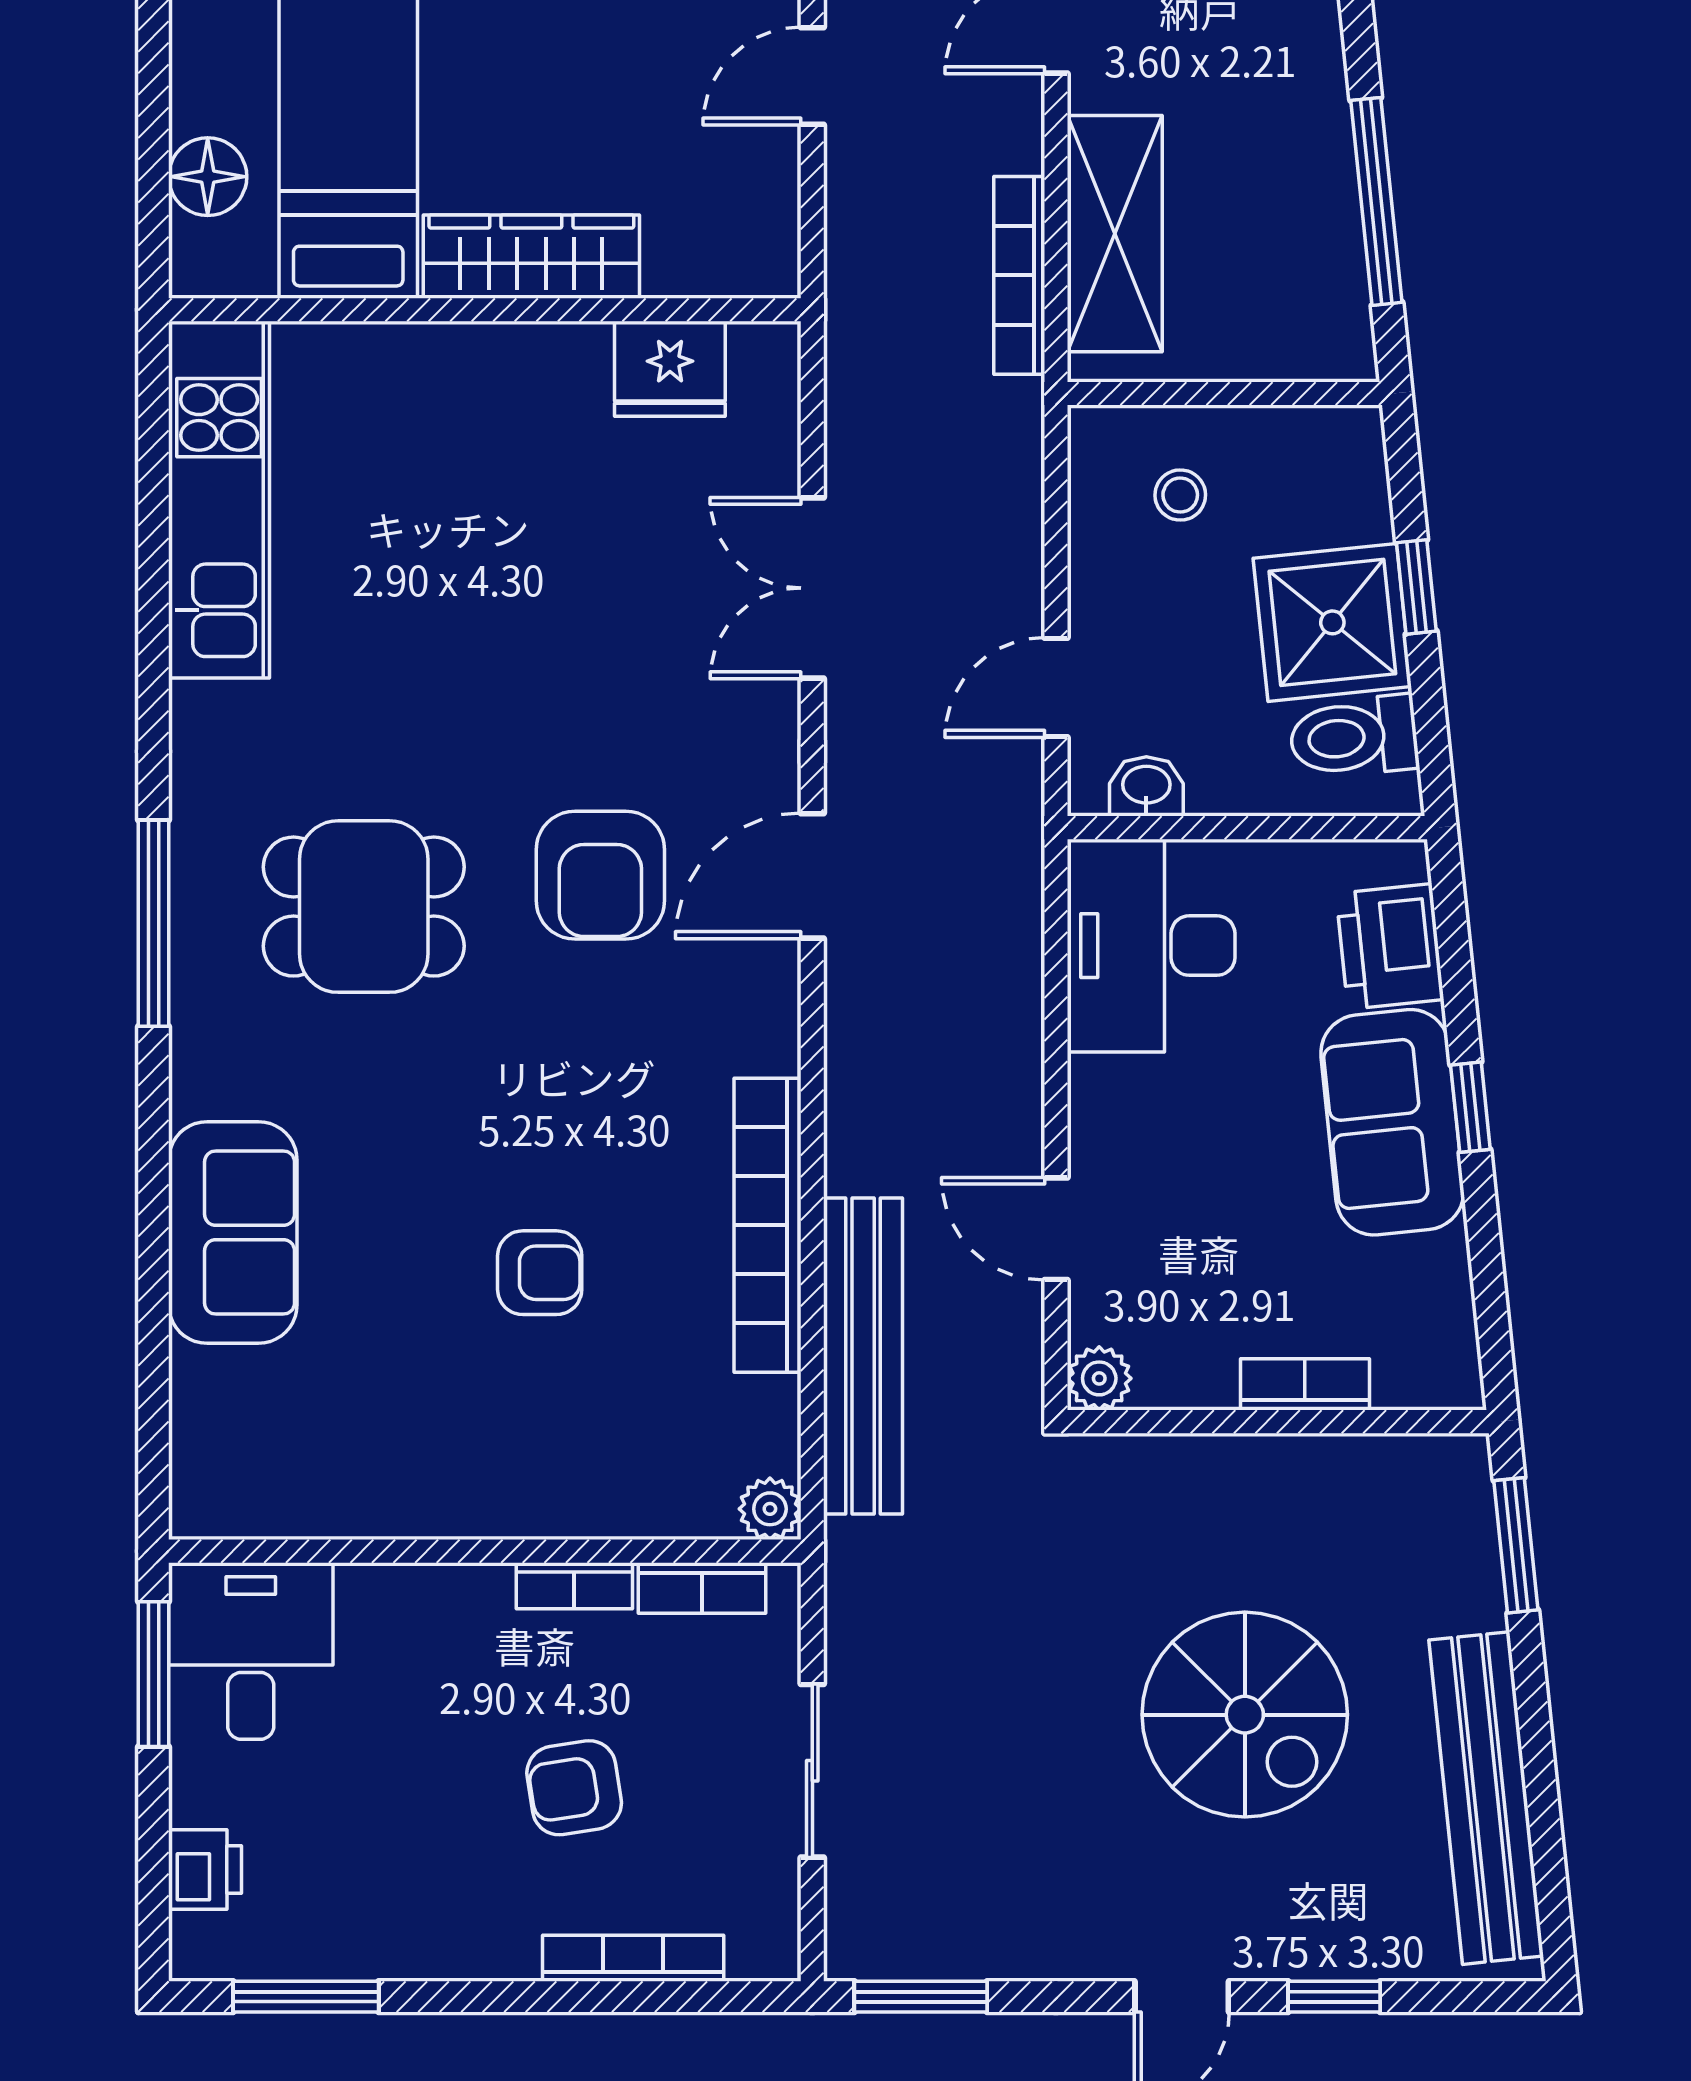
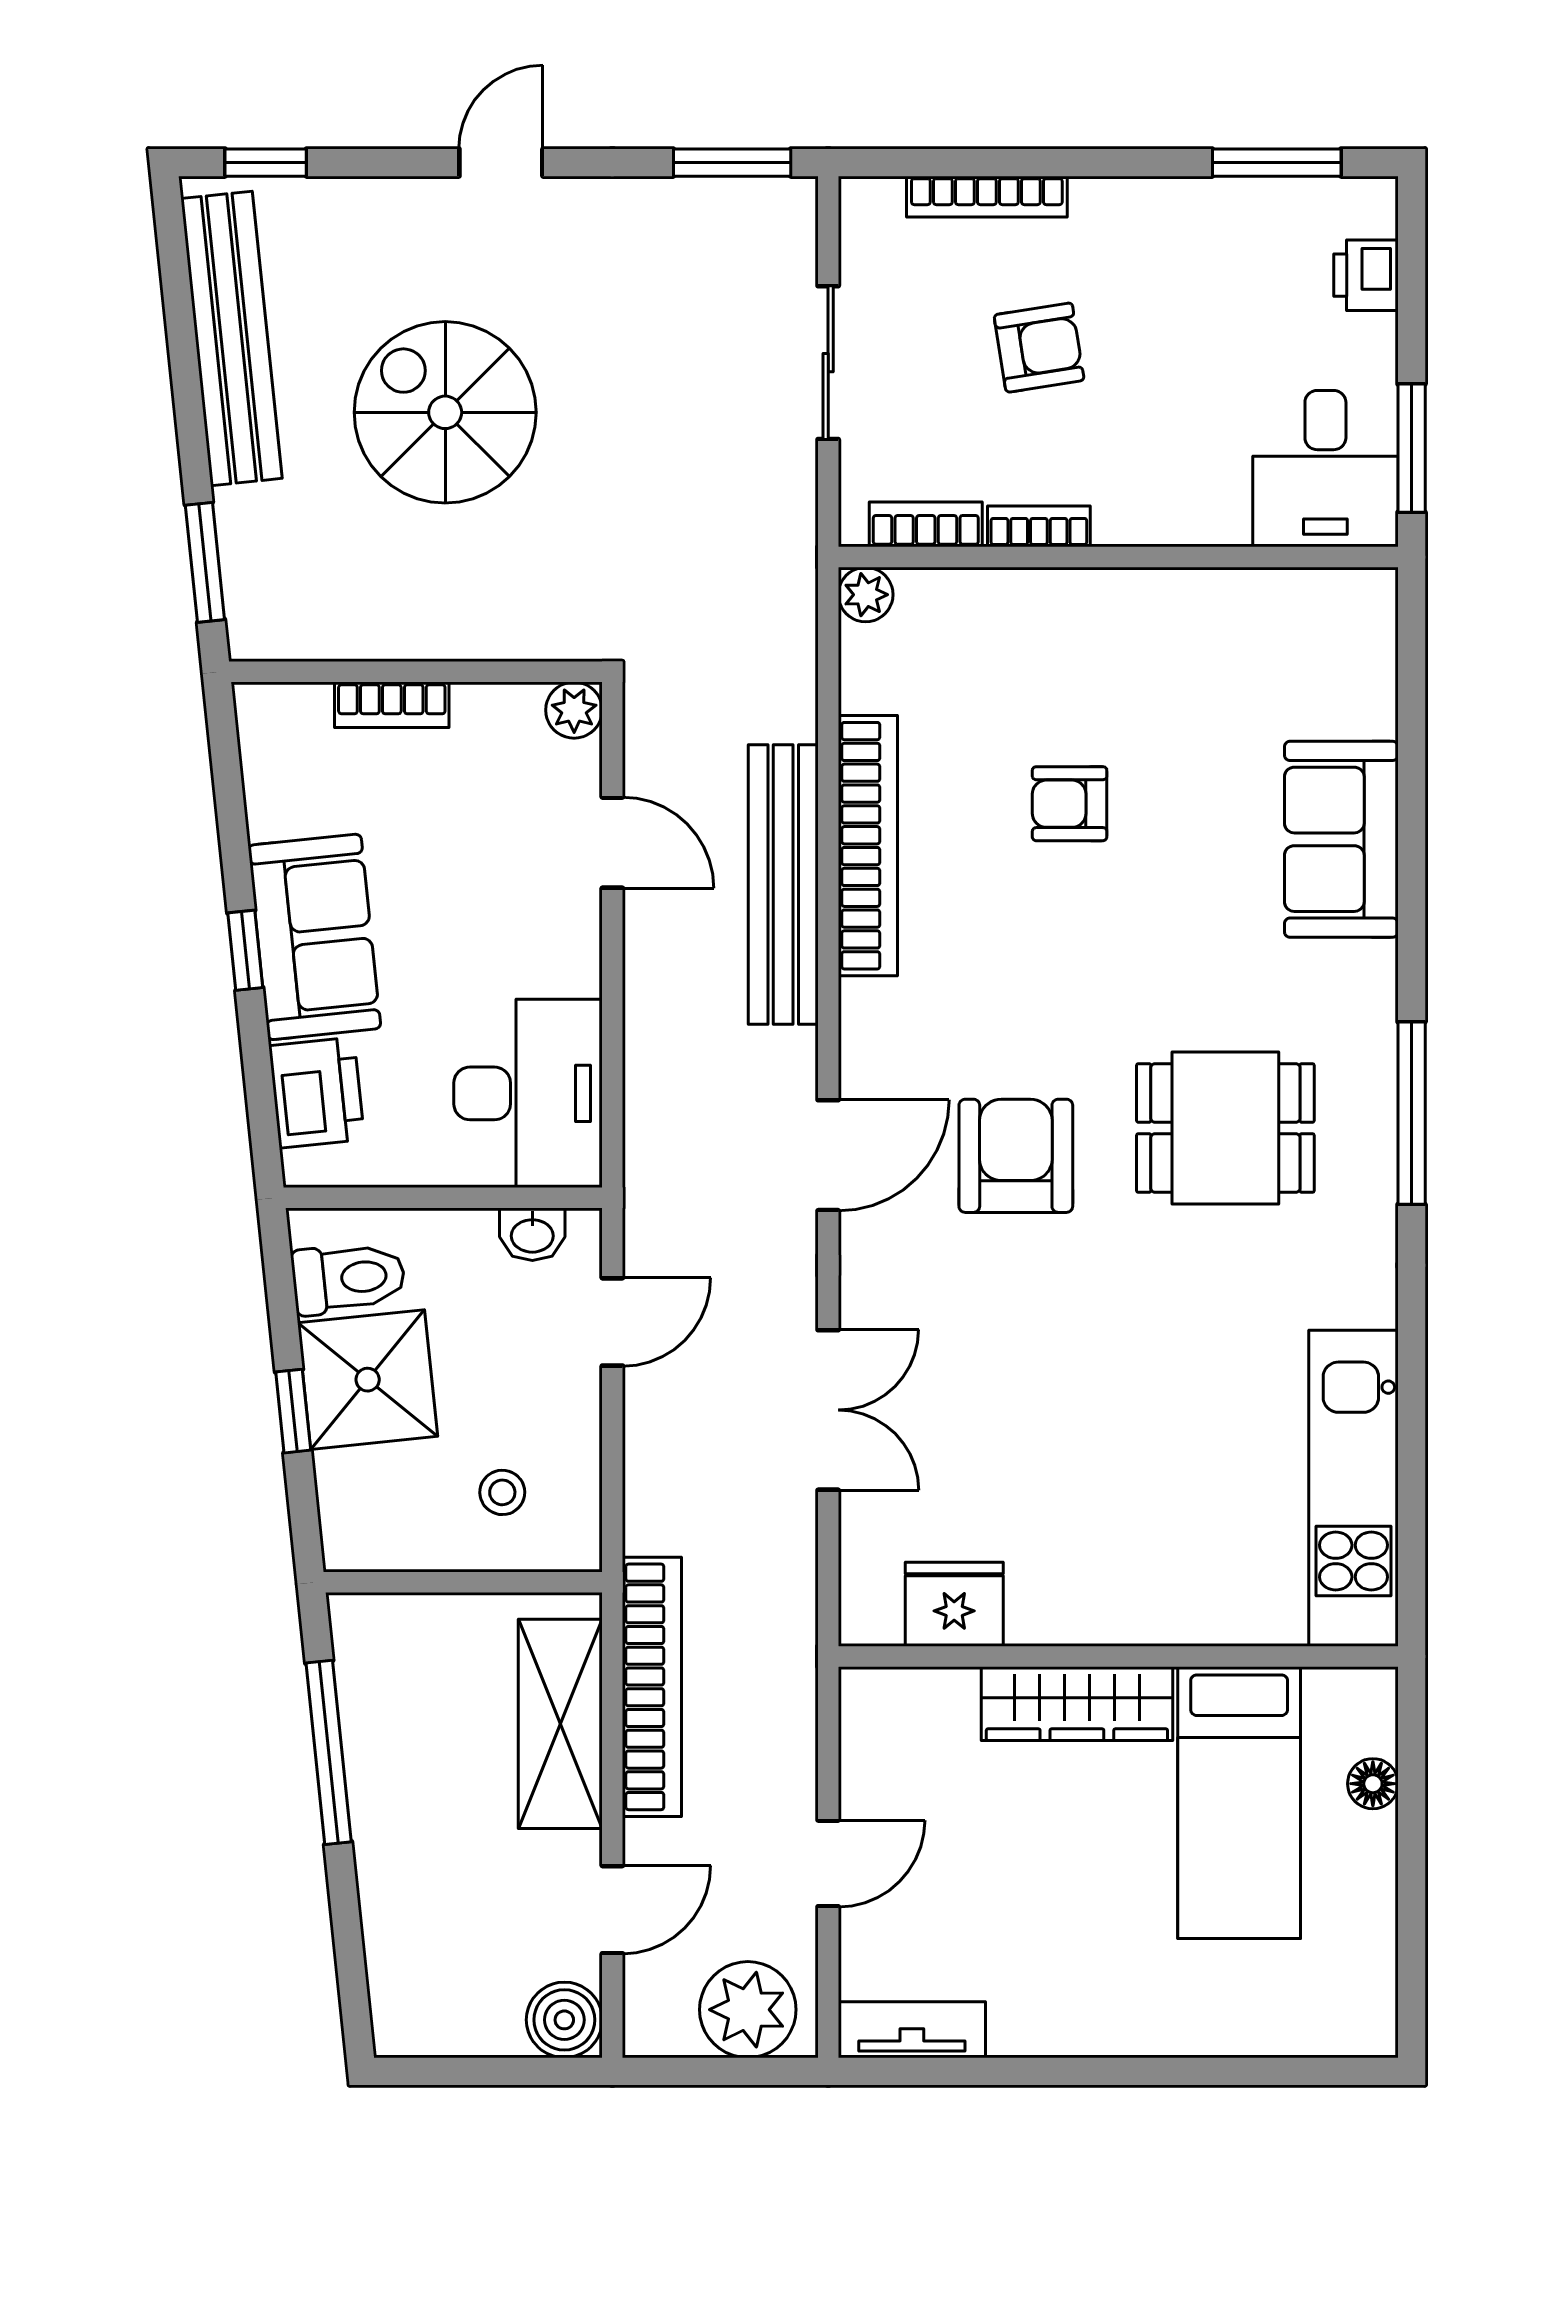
floor lamp: (208, 177) -> (1373, 1784), width x0.73, depth x0.73
bookcase: (1019, 275) -> (652, 1687), width x1.48, depth x1.31
bench: (863, 1356) -> (783, 885), moved
window: (1334, 1997) -> (266, 163), moved

